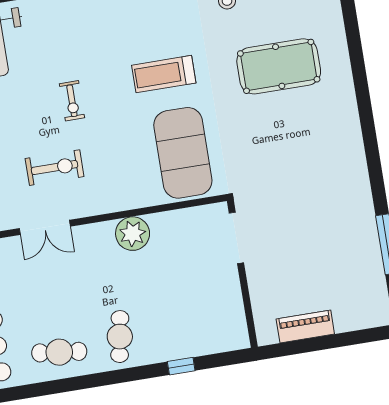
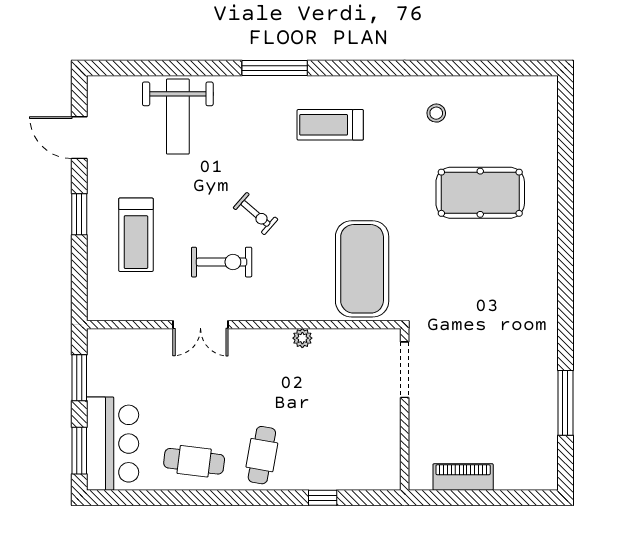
treadmill: (164, 74) -> (330, 125), moved
exercise bike: (72, 101) -> (256, 214), moved, turned -49
plant: (133, 234) -> (302, 338), width x0.53, depth x0.53

